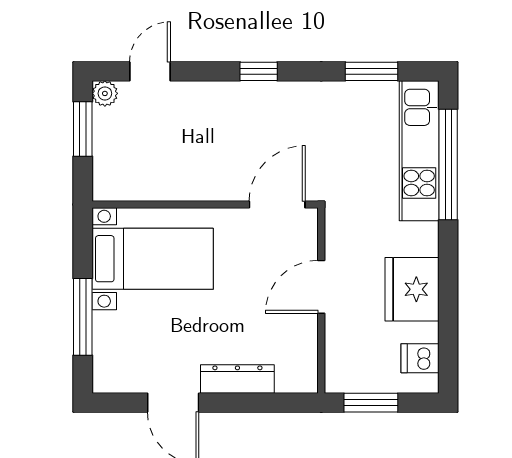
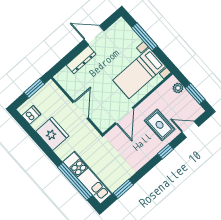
door: (150, 71) -> (190, 129), swing flipped
window: (259, 71) -> (165, 151), moved
plant: (105, 93) -> (178, 88), moved
rug: (199, 130) -> (160, 125), added
door: (277, 204) -> (124, 116), moved

